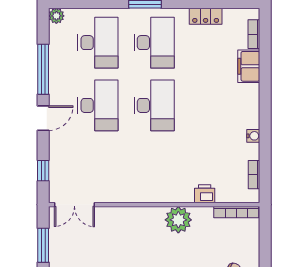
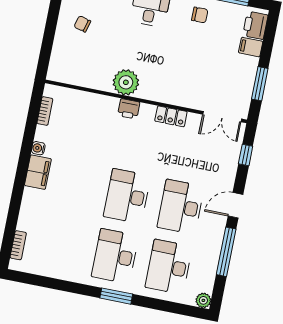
locker: (206, 16) -> (171, 116), moved, turned 180
filing cabinet: (249, 66) -> (38, 172), moved
printer: (205, 194) -> (129, 109), moved
double door: (74, 205) -> (222, 117), swing flipped
bookcase: (236, 212) -> (69, 79), removed

